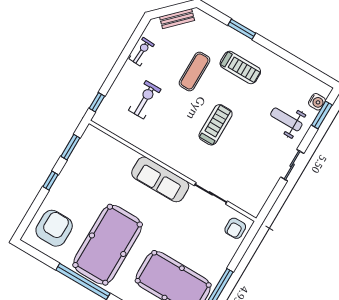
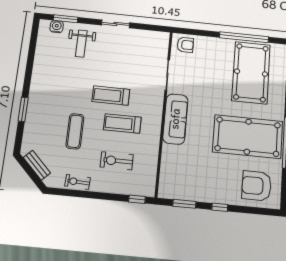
treadmill: (240, 68) -> (122, 124), moved, turned -90
exercise mat: (195, 71) -> (75, 131), turned 90

